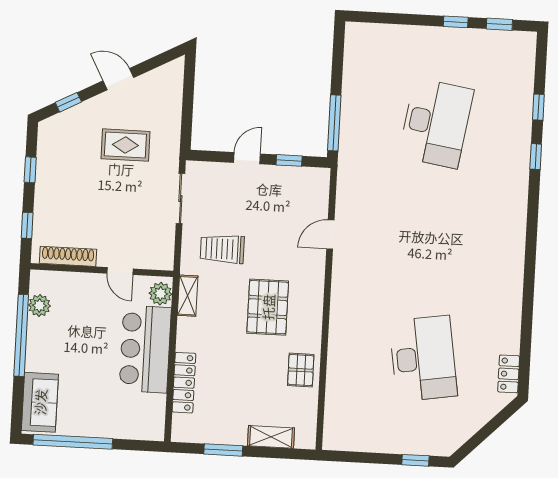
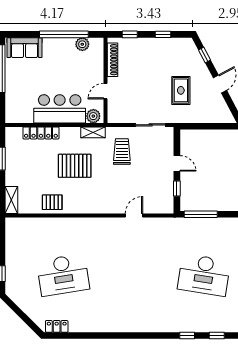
door: (330, 234) -> (134, 216), hinge flipped
pallet: (268, 307) -> (75, 166), moved
shelving: (271, 437) -> (11, 200), moved

